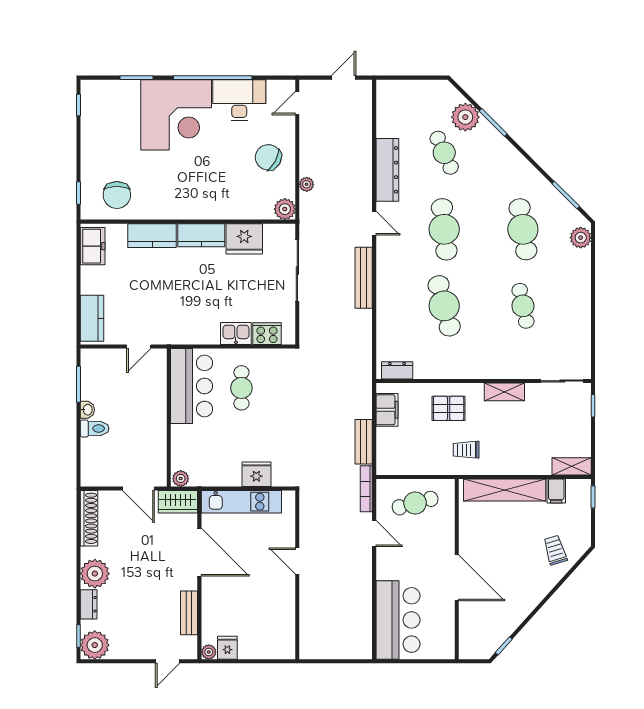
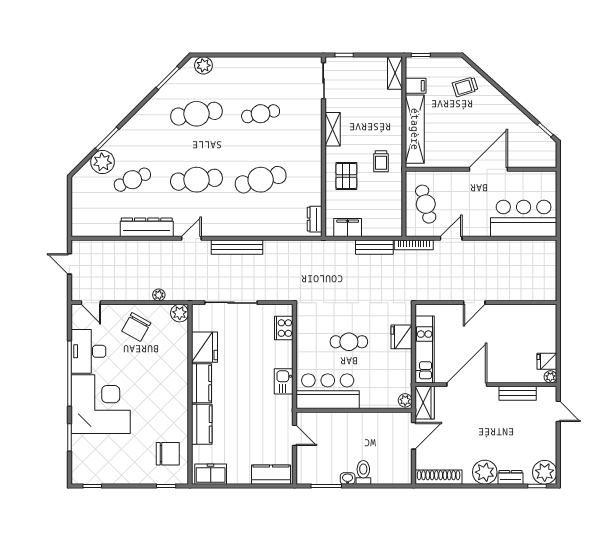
kitchen sink: (236, 333) -> (284, 381), moved
cafe table: (241, 388) -> (349, 342), moved

